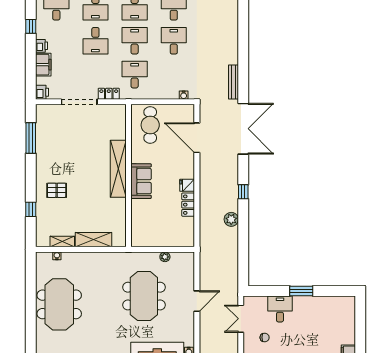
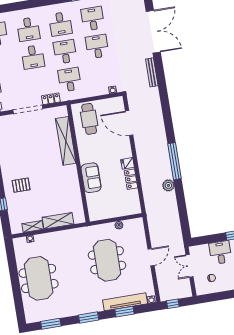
double door: (243, 129) -> (153, 32), moved
shelving: (118, 169) -> (66, 141), moved
sofa: (141, 181) -> (91, 178), moved
window: (243, 192) -> (174, 161), width x3.17

